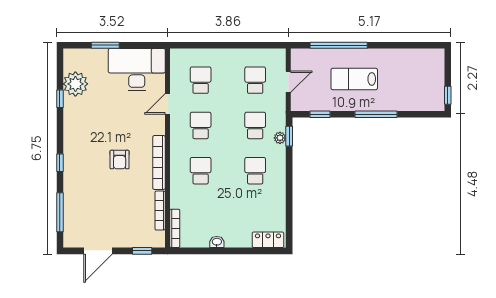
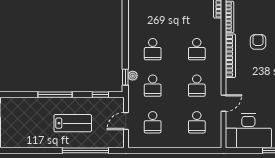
armchair: (120, 160) -> (258, 42), moved

